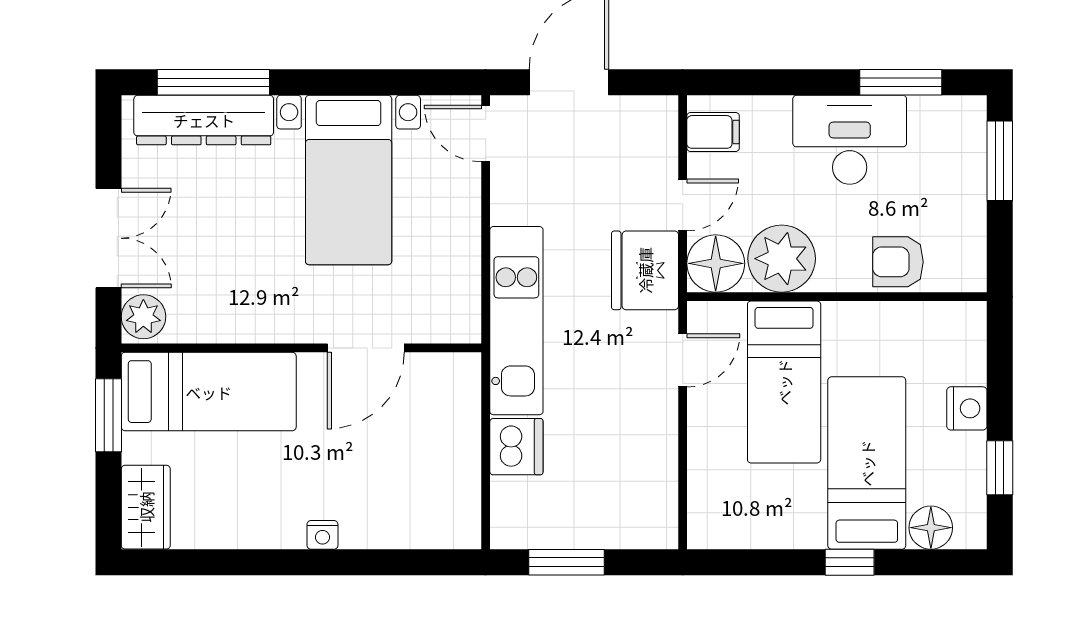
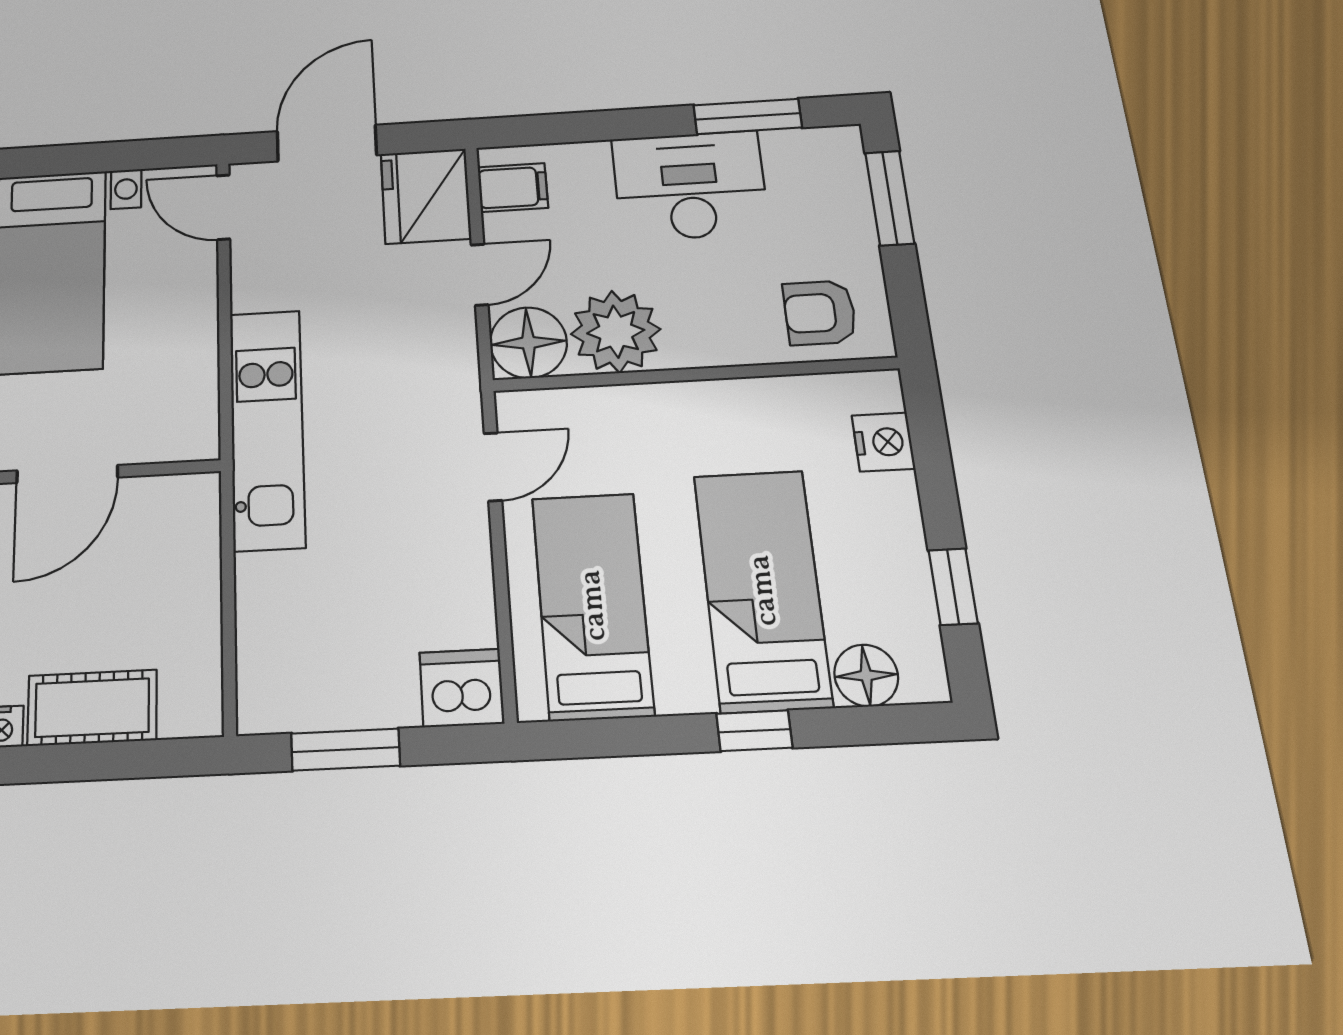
armchair: (898, 262) -> (820, 313), moved
fridge: (645, 270) -> (426, 196), moved
bed: (784, 382) -> (592, 605), moved, turned 180
nightstand: (967, 408) -> (883, 442), moved
dishwasher: (516, 447) -> (462, 688), moved, turned -90
cot: (387, 524) -> (92, 708), added

